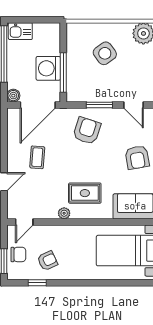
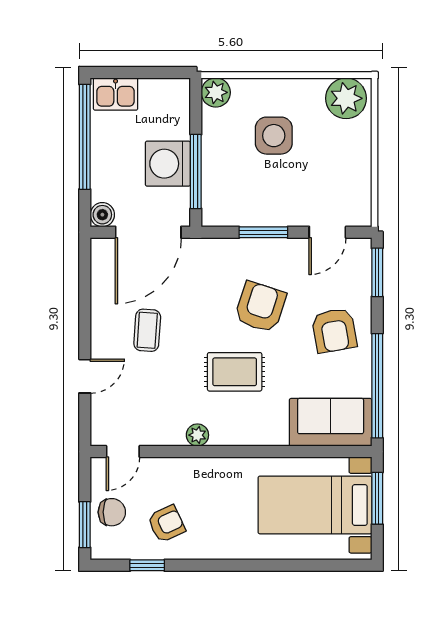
plant: (74, 30) -> (216, 92), added
side table: (105, 53) -> (274, 136), turned 36
door: (133, 105) -> (327, 232), hinge flipped
armchair: (87, 131) -> (260, 307), moved
rug: (85, 193) -> (235, 372), moved

